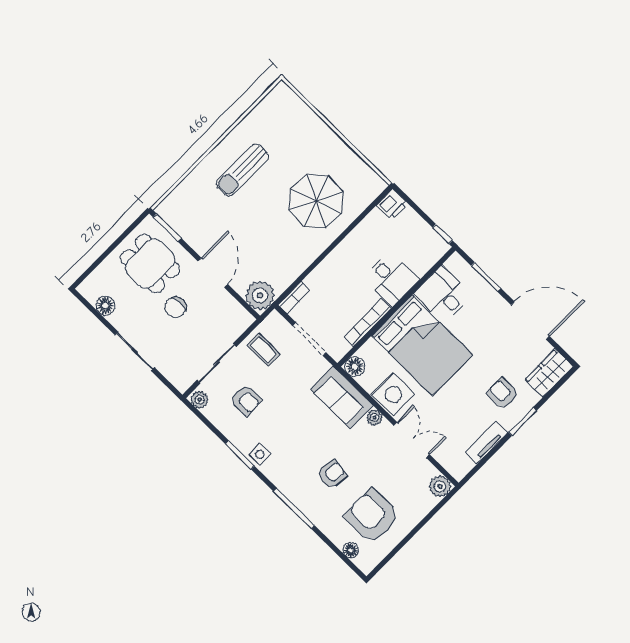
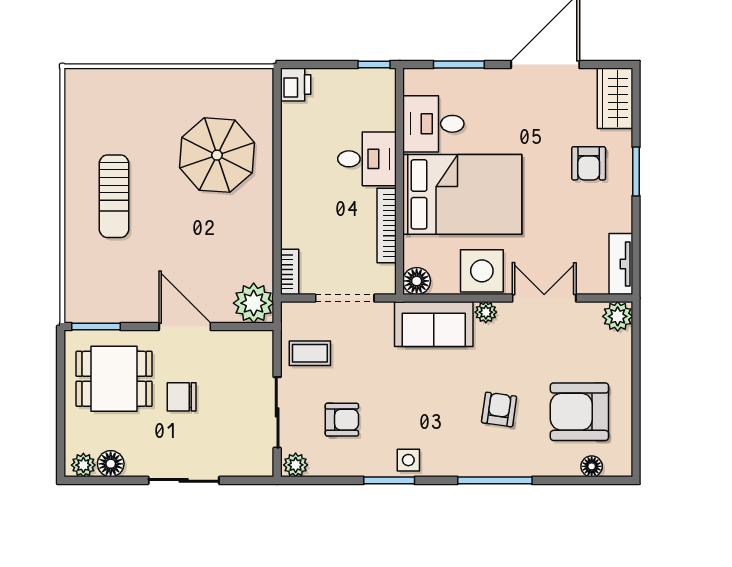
plant: (91, 292) -> (83, 465), added
chair: (176, 307) -> (182, 397), turned 90
armchair: (503, 393) -> (589, 163), turned -90
tv unit: (486, 443) -> (621, 264), moved

